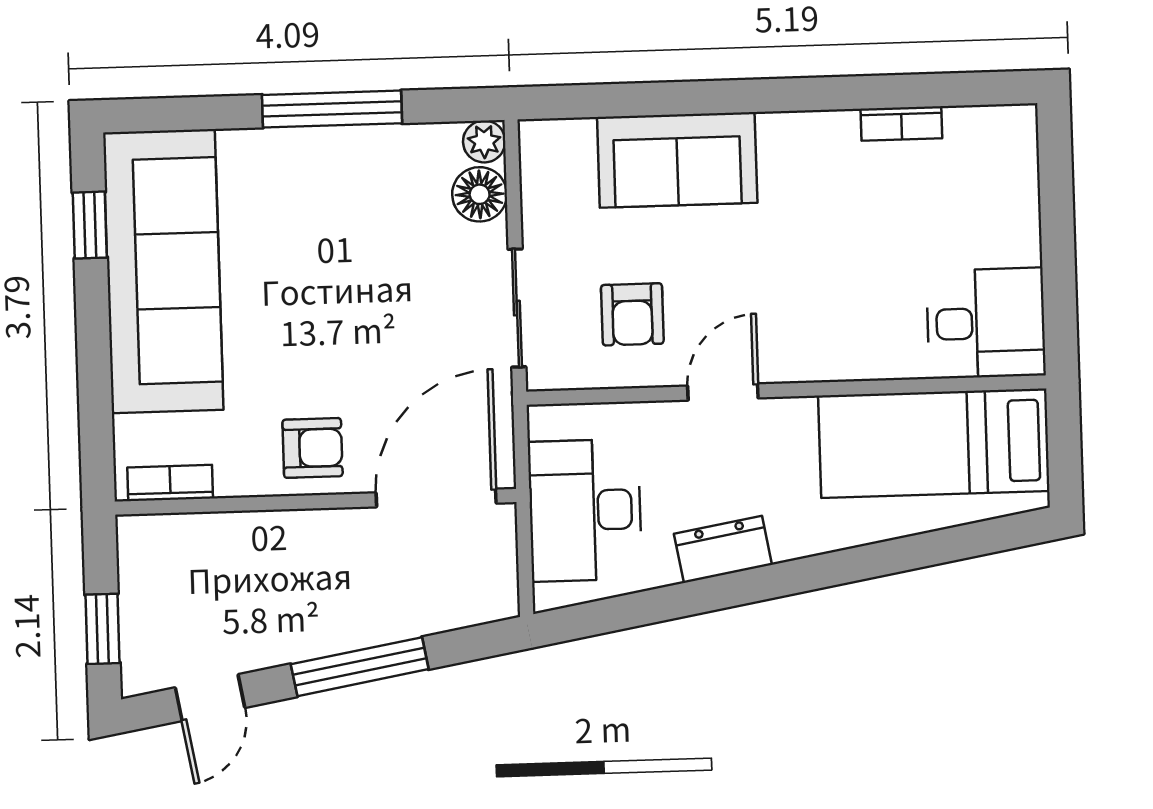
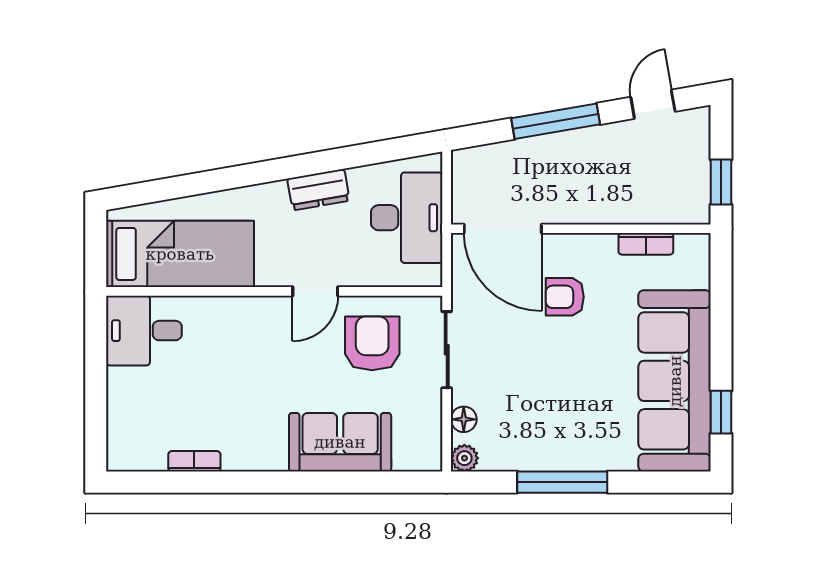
floor lamp: (480, 194) -> (464, 419), width x0.73, depth x0.73
armchair: (632, 314) -> (372, 343), width x1.38, depth x1.38
armchair: (313, 448) -> (565, 297), moved
bookcase: (170, 483) -> (646, 244), moved
door: (436, 498) -> (503, 229), hinge flipped
window: (102, 629) -> (721, 182), moved

